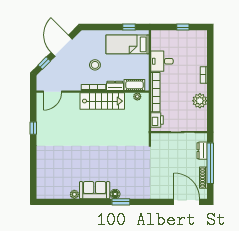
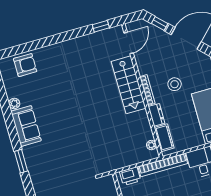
door: (53, 92) -> (129, 43), swing flipped
stairs: (102, 101) -> (128, 85), moved
window: (33, 128) -> (101, 26), moved
armchair: (47, 177) -> (25, 65), added
floor lamp: (115, 194) -> (28, 152), removed

